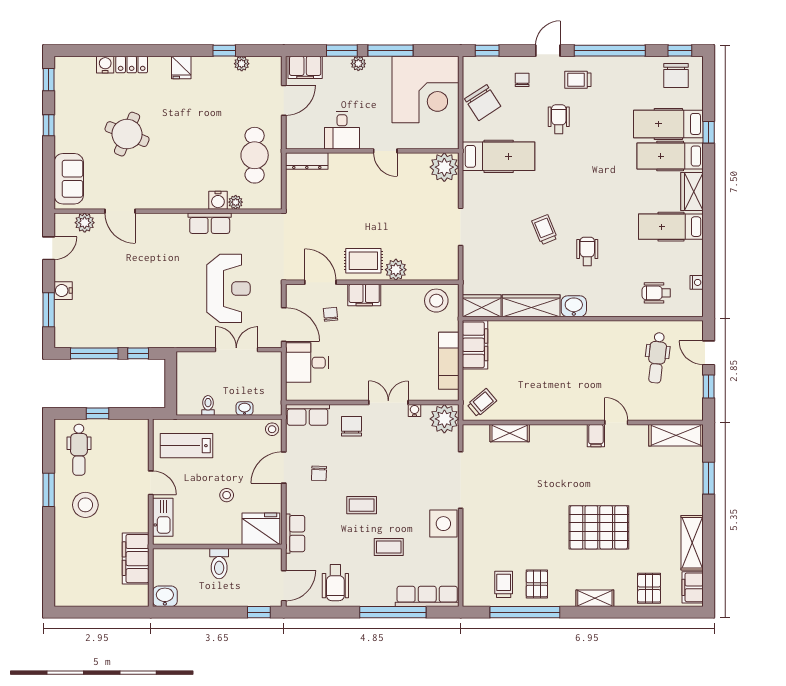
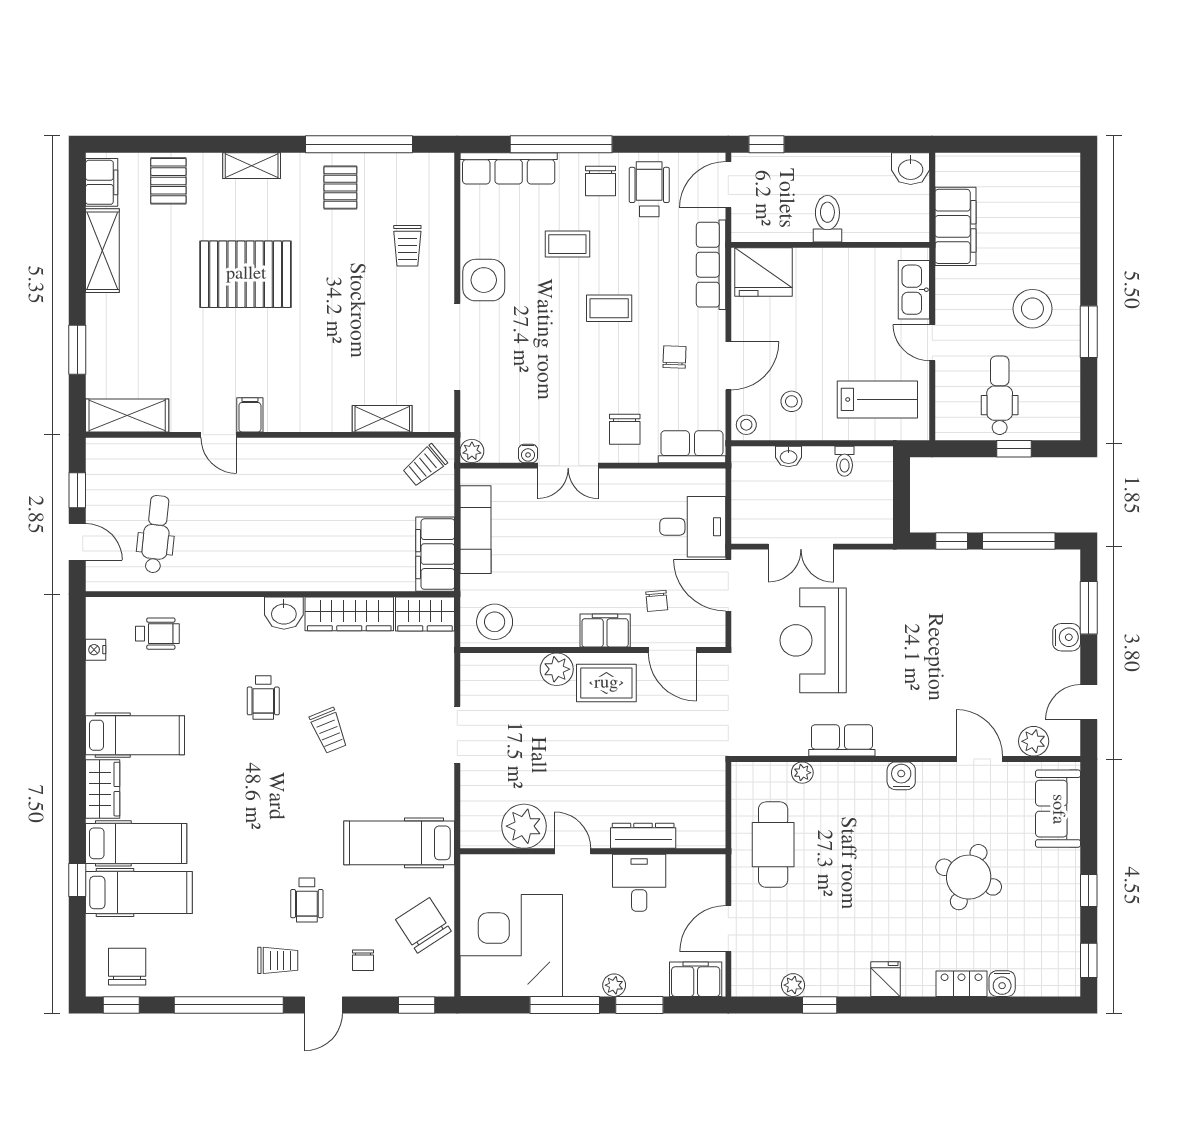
dresser: (307, 161) -> (643, 836), moved
plant: (444, 167) -> (524, 826), moved
water cooler: (218, 200) -> (901, 776), moved
plant: (444, 419) -> (472, 451), width x0.53, depth x0.53
dental chair: (79, 450) -> (1000, 395), moved
stool: (227, 495) -> (791, 401), moved
row of seats: (295, 534) -> (711, 265), width x1.48
trolley: (504, 584) -> (407, 246), moved
chair: (367, 588) -> (601, 181), added

